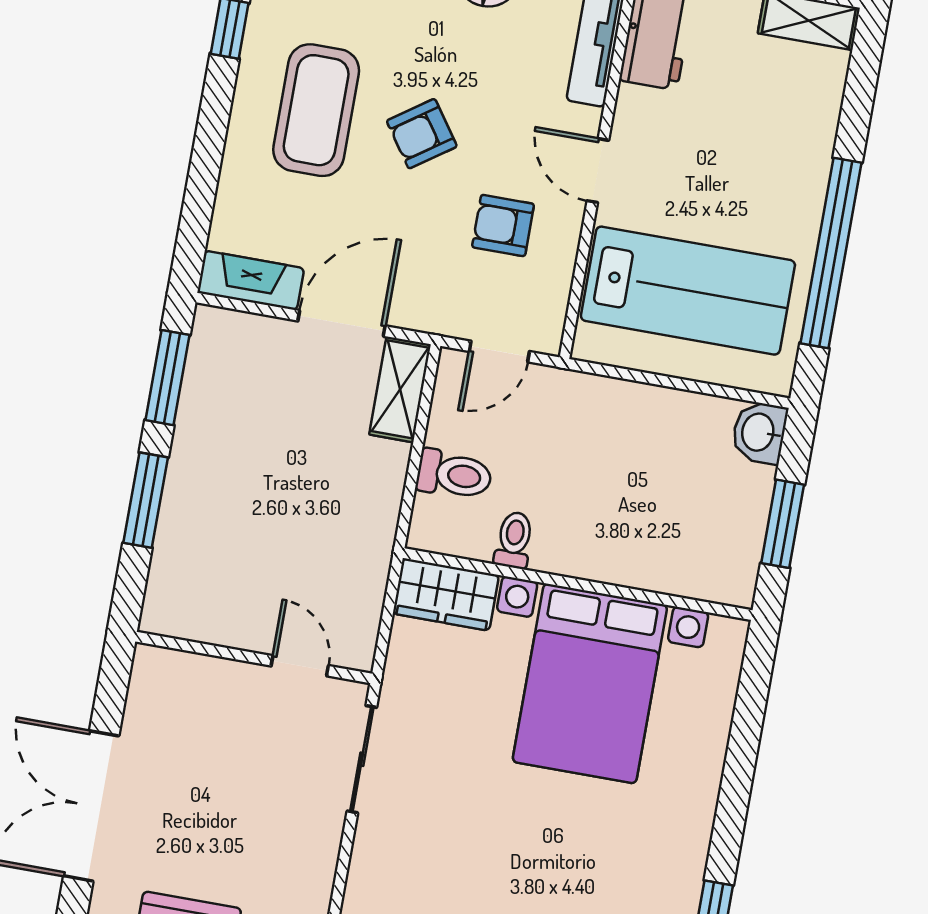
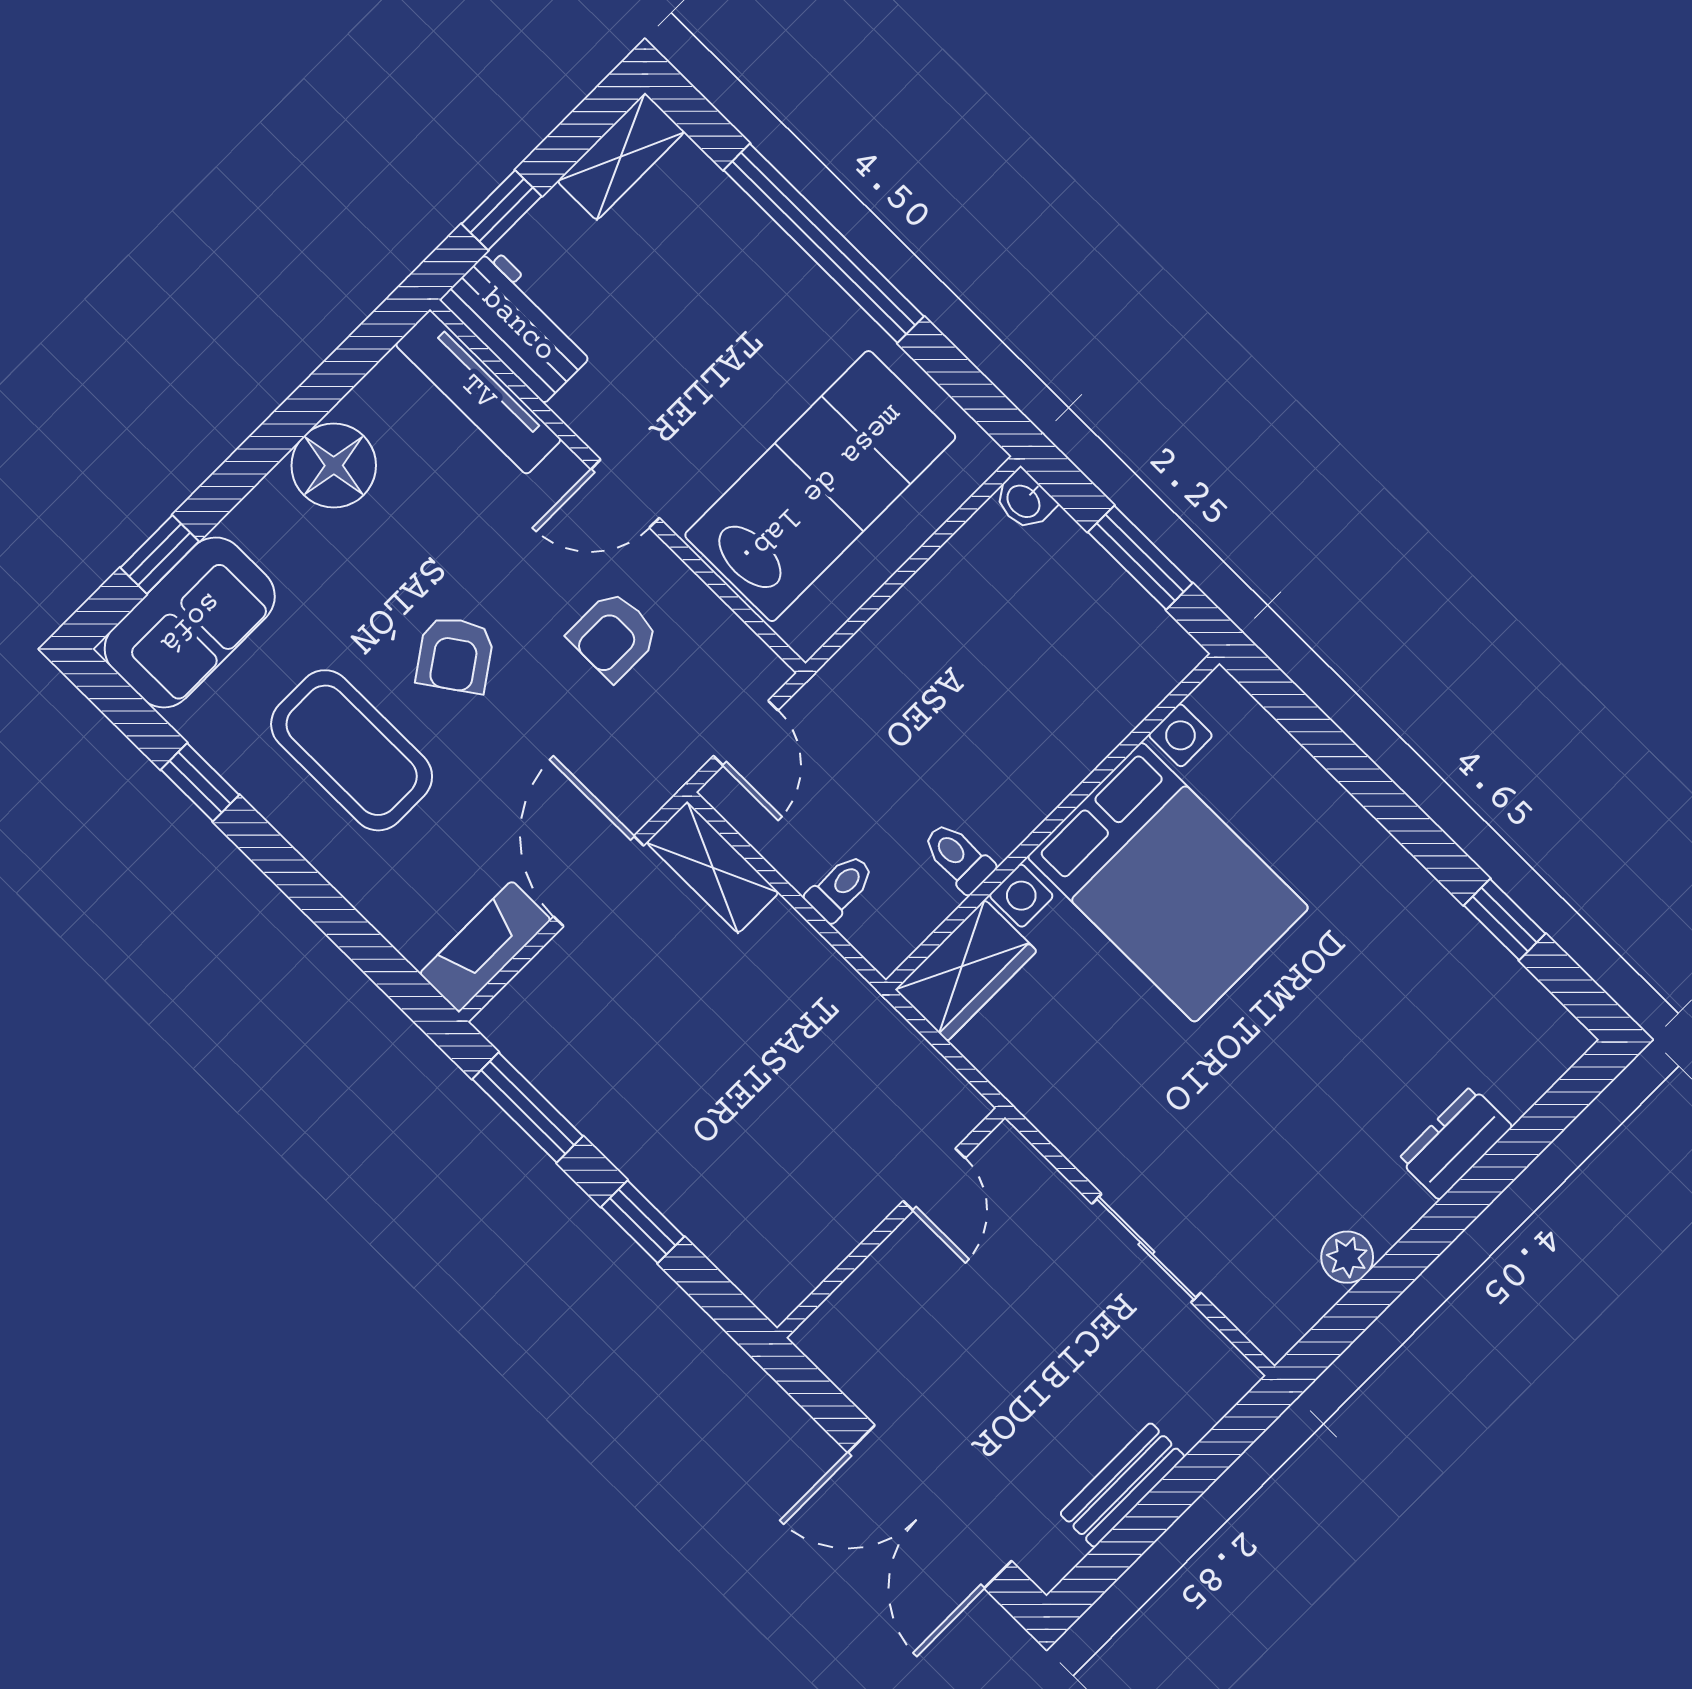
window: (831, 253) -> (824, 243), moved
washbasin: (759, 432) -> (1024, 500), width x0.72, depth x0.69
toilet: (454, 475) -> (840, 887), width x0.73, depth x0.72
window: (146, 500) -> (643, 1222), width x0.67
door: (300, 666) -> (934, 1180), swing flipped
sliding door: (362, 759) -> (1146, 1248), moved

